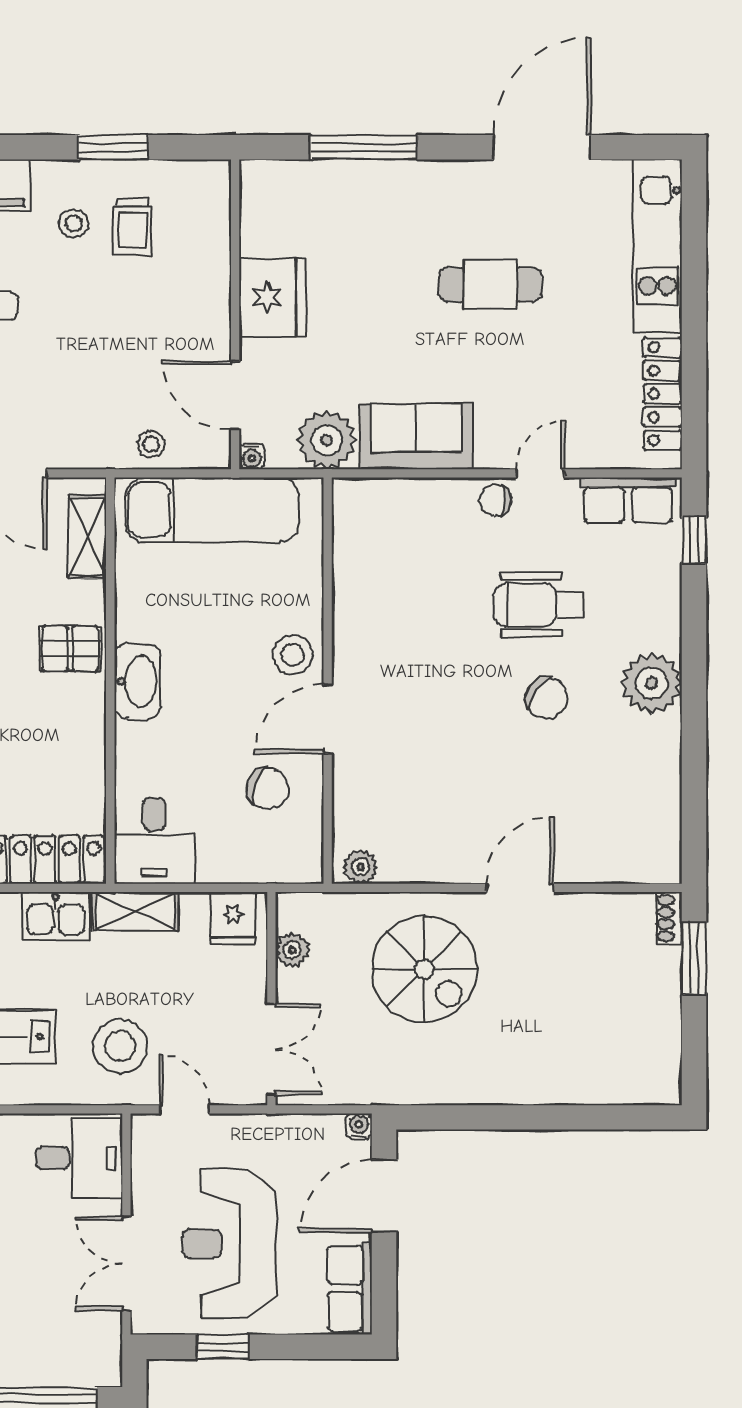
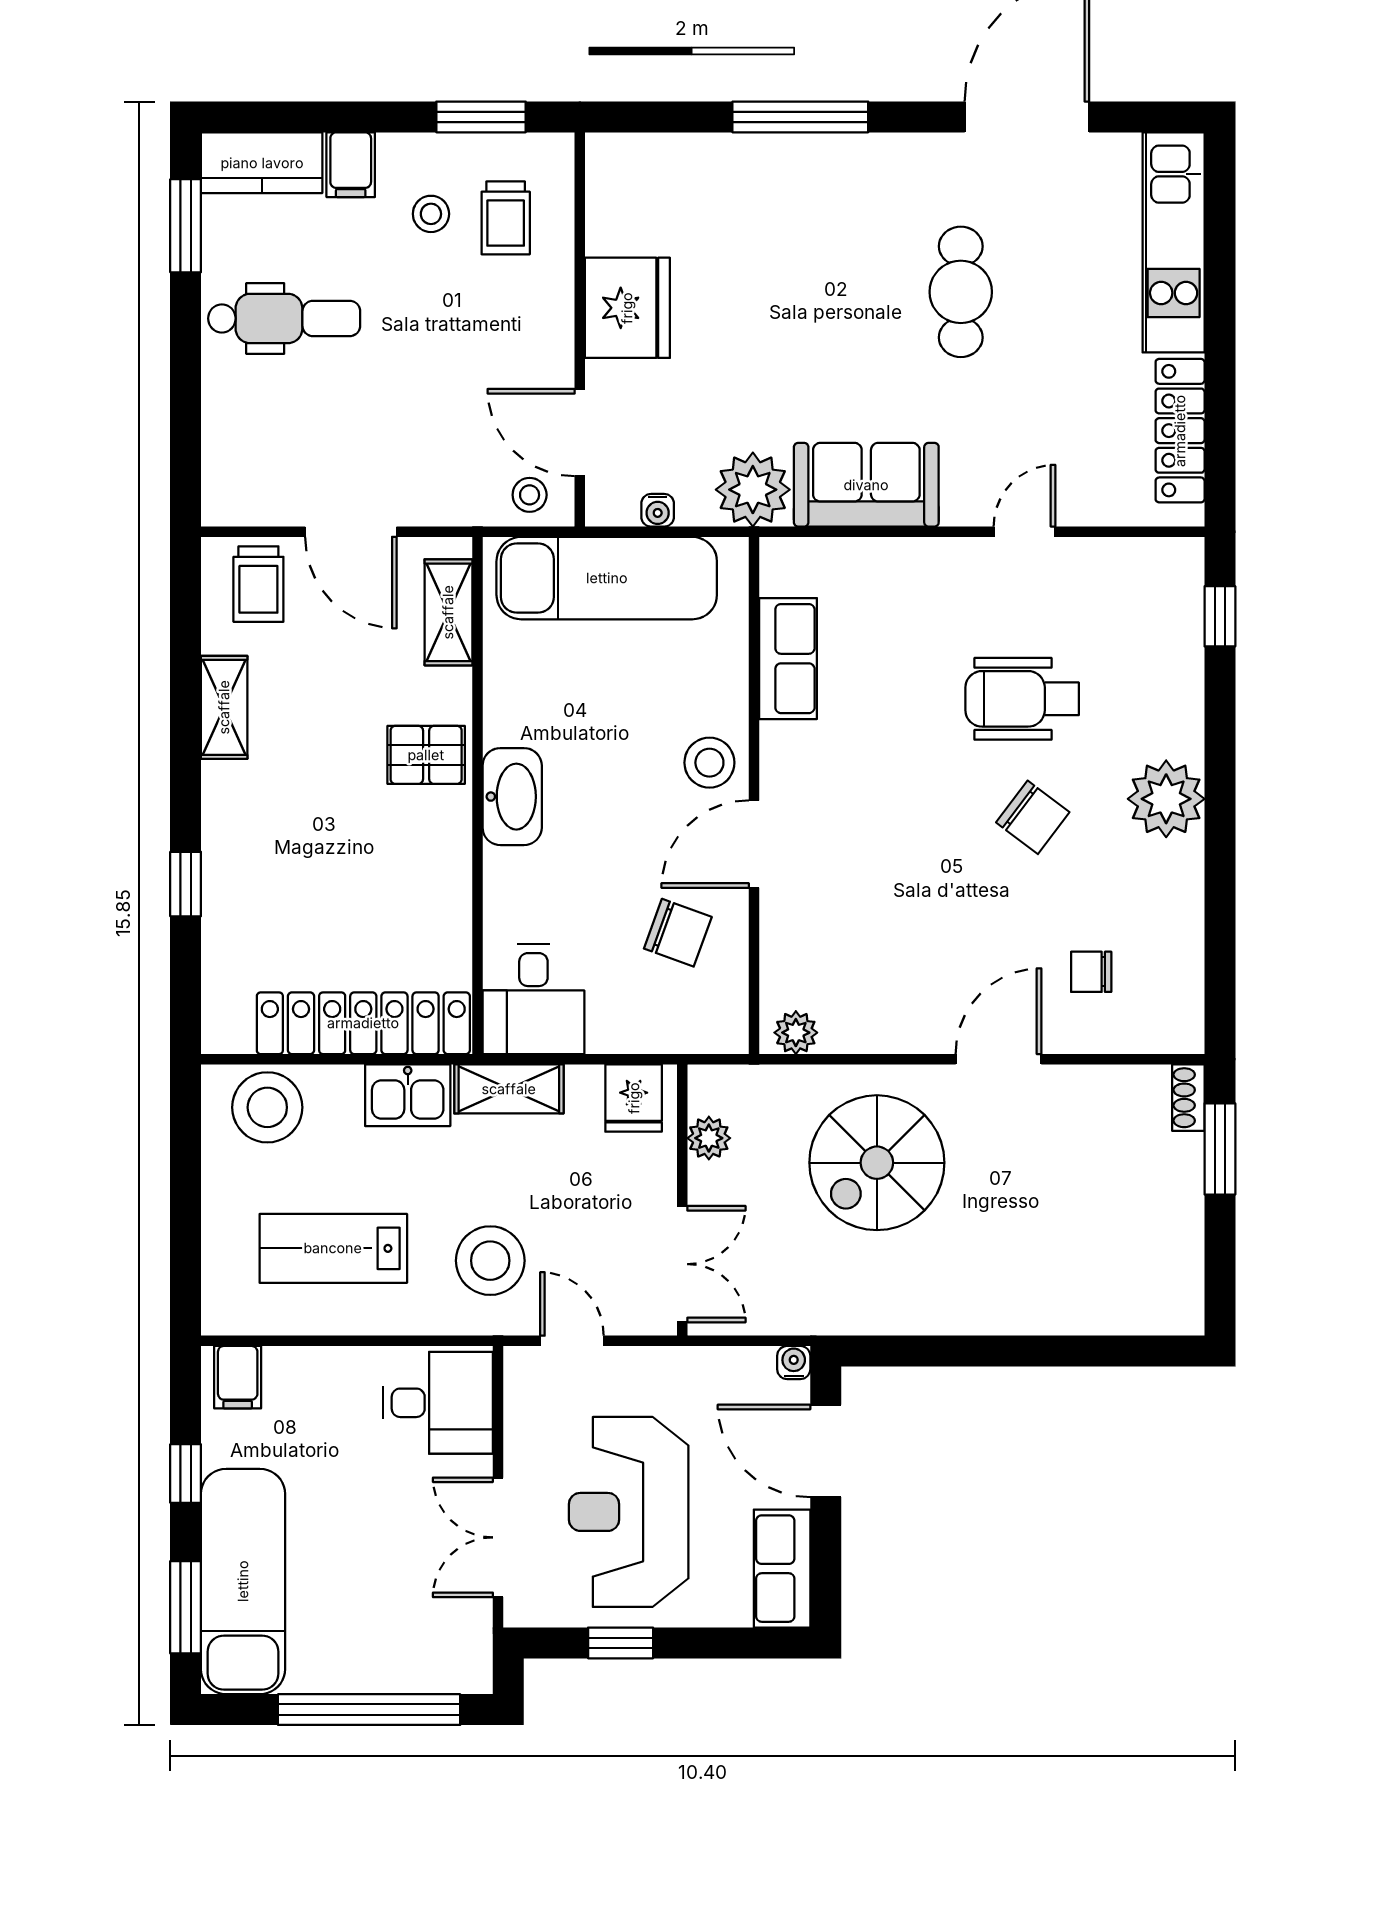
cafe table: (490, 285) -> (961, 292), turned 90
fridge: (272, 297) -> (627, 308), moved
wall: (235, 314) -> (580, 329), moved
door: (235, 395) -> (580, 433), moved
chair: (496, 500) -> (1091, 972), moved
row of seats: (628, 500) -> (788, 659), moved, turned -90
spiral stairs: (424, 969) -> (877, 1163), turned 90
door: (384, 1196) -> (826, 1451), hinge flipped

